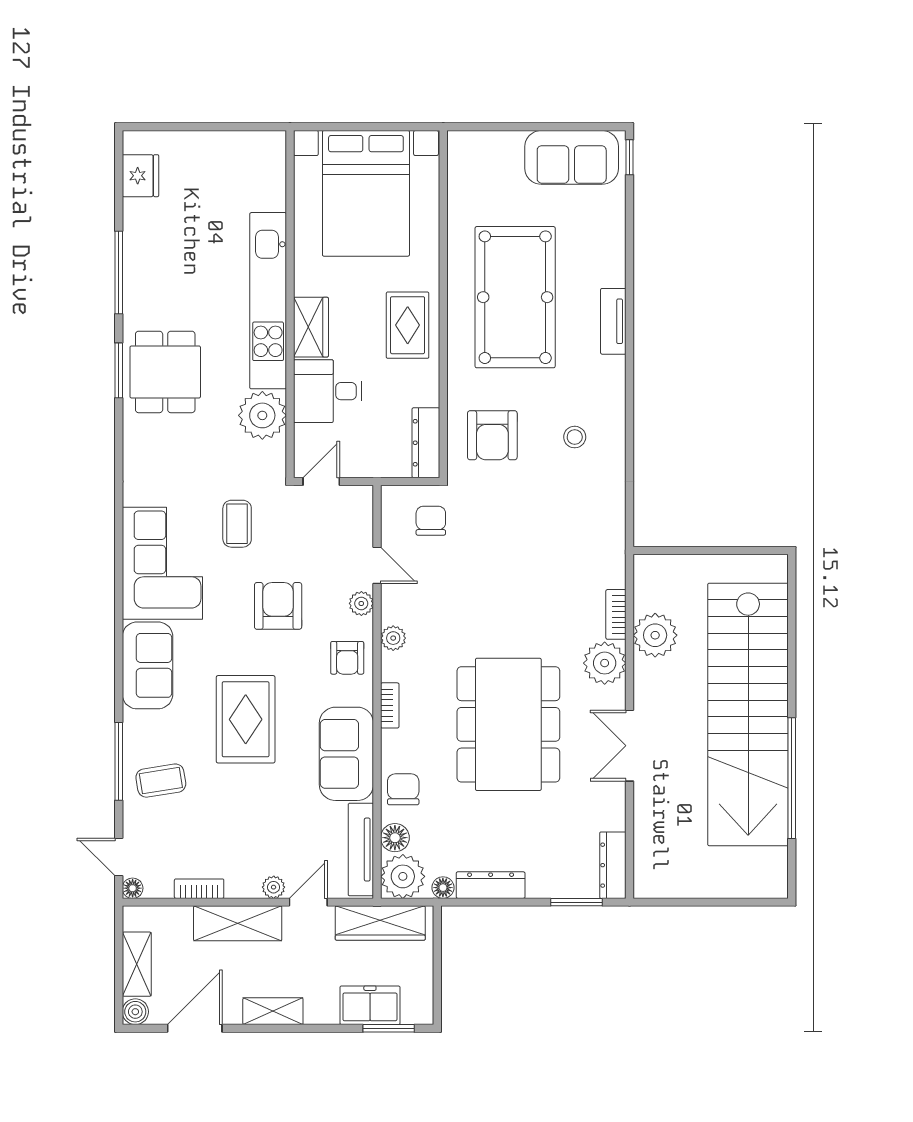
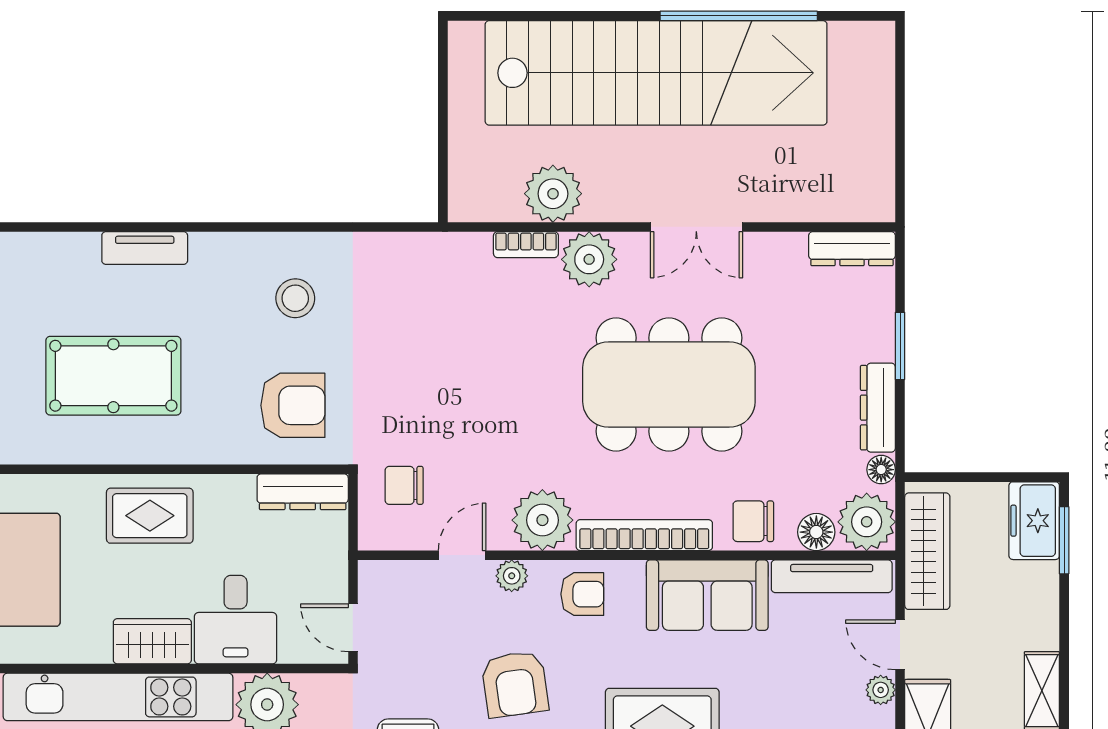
pool table: (515, 297) -> (113, 376), width x0.73, depth x0.76
stool: (575, 437) -> (295, 298), width x1.37, depth x1.37
armchair: (278, 606) -> (515, 684), turned -98
plant: (393, 638) -> (542, 520), width x1.88, depth x1.88
bookcase: (390, 705) -> (644, 535), width x2.31, depth x1.31
window: (576, 902) -> (900, 346), moved
freezer: (370, 1005) -> (1034, 521), moved

